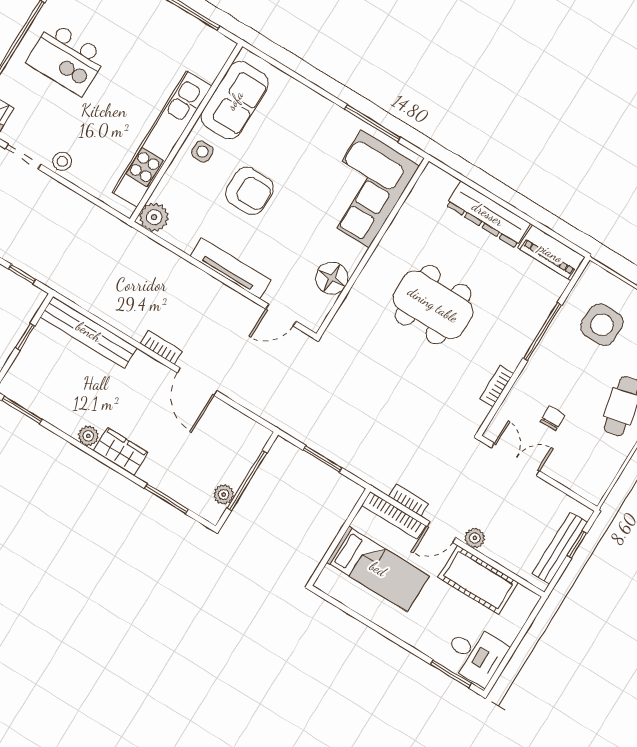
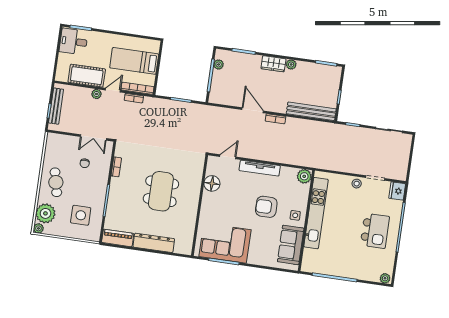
kitchen island: (67, 59) -> (375, 231), turned 90
corner sofa: (365, 189) -> (225, 243), moved, turned -90
dining table: (433, 305) -> (161, 191), turned 90

